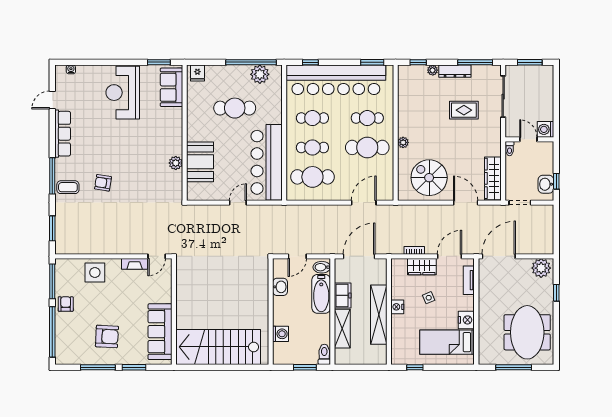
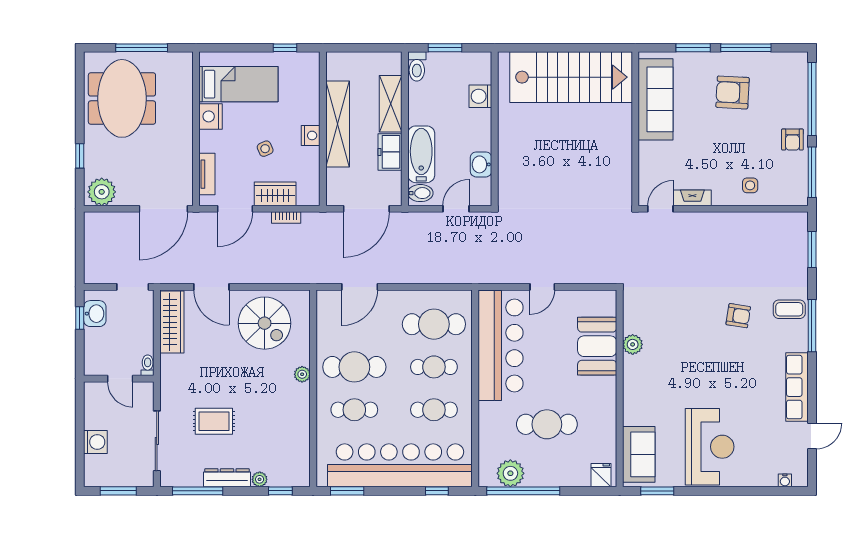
washing machine: (545, 129) -> (95, 442), moved
side table: (95, 272) -> (750, 185), width x0.54, depth x0.54

